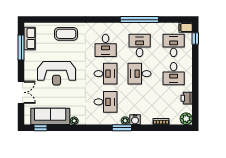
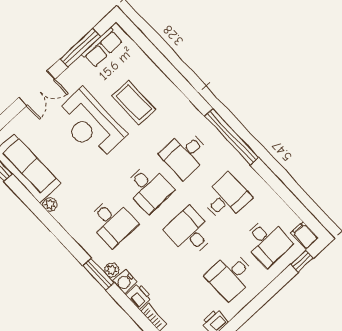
window: (139, 20) -> (231, 137), moved
coffee table: (66, 34) -> (134, 103), moved
desk: (174, 45) -> (267, 242), turned 90
double door: (21, 92) -> (37, 88), moved
printer: (147, 119) -> (139, 296), added

